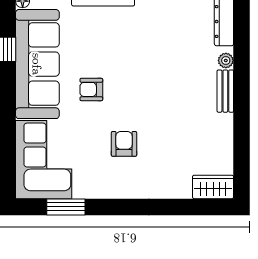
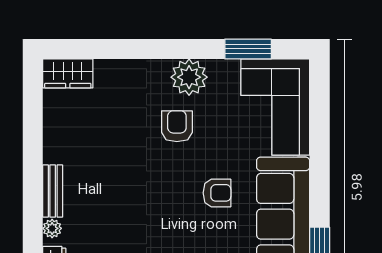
armchair: (124, 144) -> (177, 126), turned 180
plant: (114, 184) -> (189, 77), added

